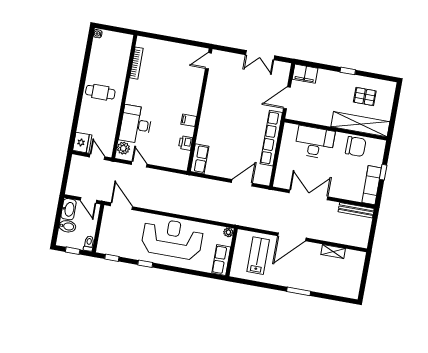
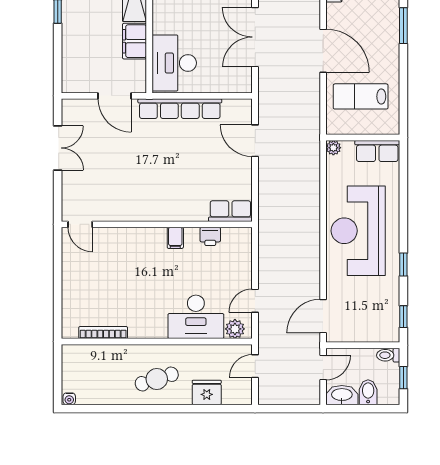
filing cabinet: (305, 74) -> (134, 41), moved, turned 180
cafe table: (100, 92) -> (157, 379), turned 72
desk: (315, 142) -> (174, 63), moved
fridge: (82, 143) -> (207, 392), moved

